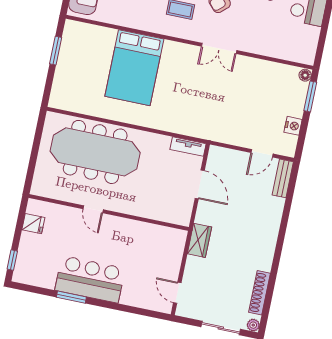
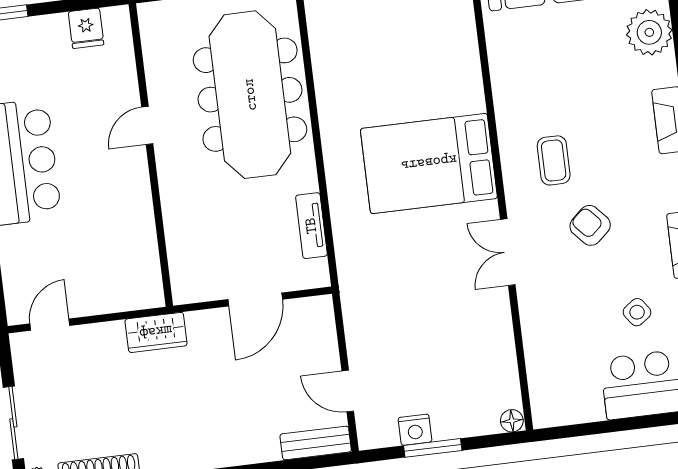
bed: (134, 68) -> (429, 163), moved
window: (310, 96) -> (433, 448), moved
tv unit: (188, 147) -> (311, 226), moved

